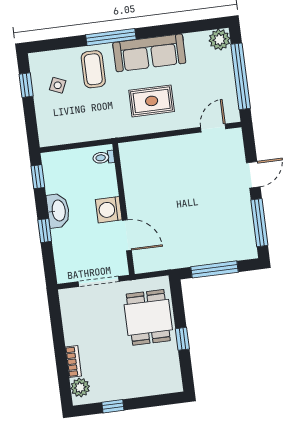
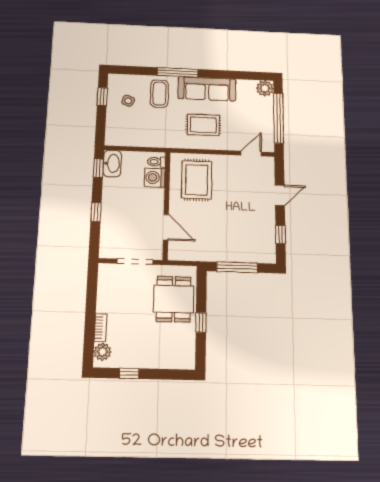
rug: (154, 172) -> (197, 180), added
washing machine: (109, 210) -> (155, 178), moved
washbasin: (58, 211) -> (112, 164), moved
window: (259, 223) -> (280, 235), width x0.46

